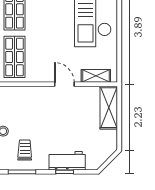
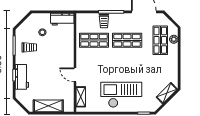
door: (64, 84) -> (75, 75), swing flipped
shelving: (109, 108) -> (48, 106), moved

